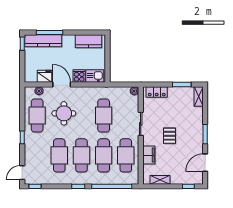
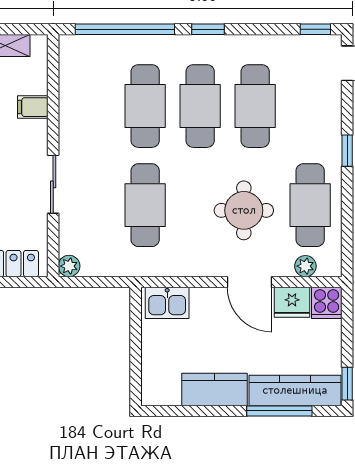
kitchen counter: (89, 41) -> (214, 389), moved
cooker: (79, 76) -> (327, 303), moved
cafe table: (126, 155) -> (90, 106), removed
filing cabinet: (149, 155) -> (33, 107), width x0.50

